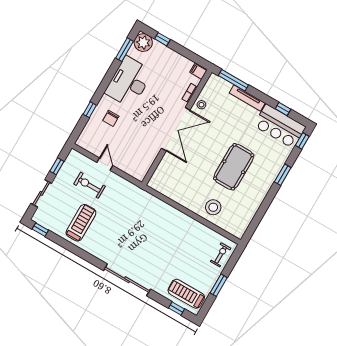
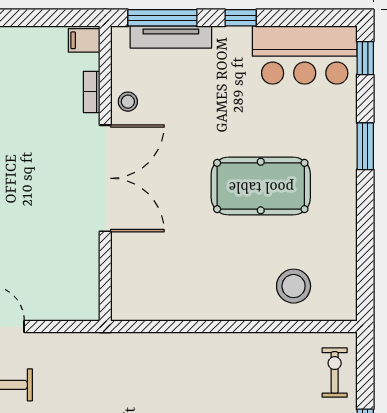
tv unit: (247, 98) -> (171, 37), moved
window: (283, 109) -> (241, 18), moved
pool table: (234, 167) -> (261, 186), turned 90
stool: (213, 207) -> (294, 286), moved

